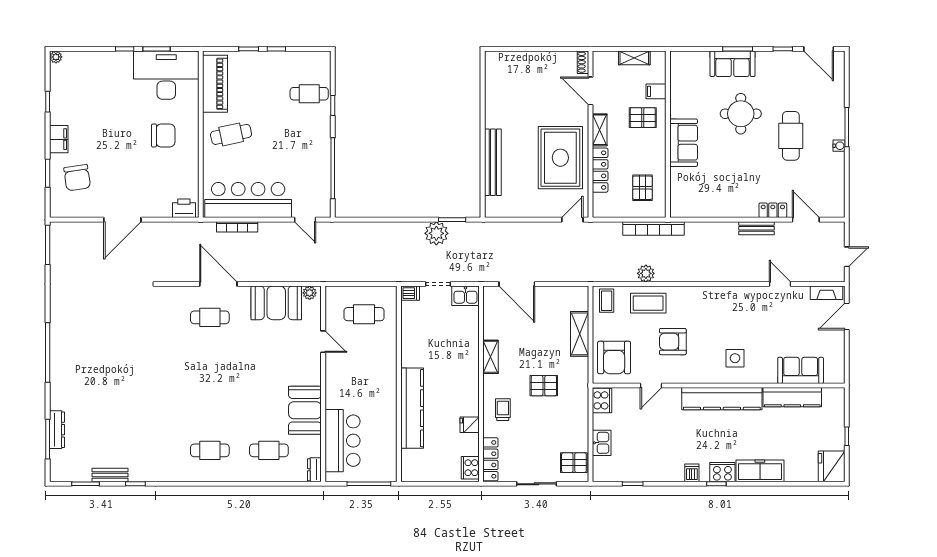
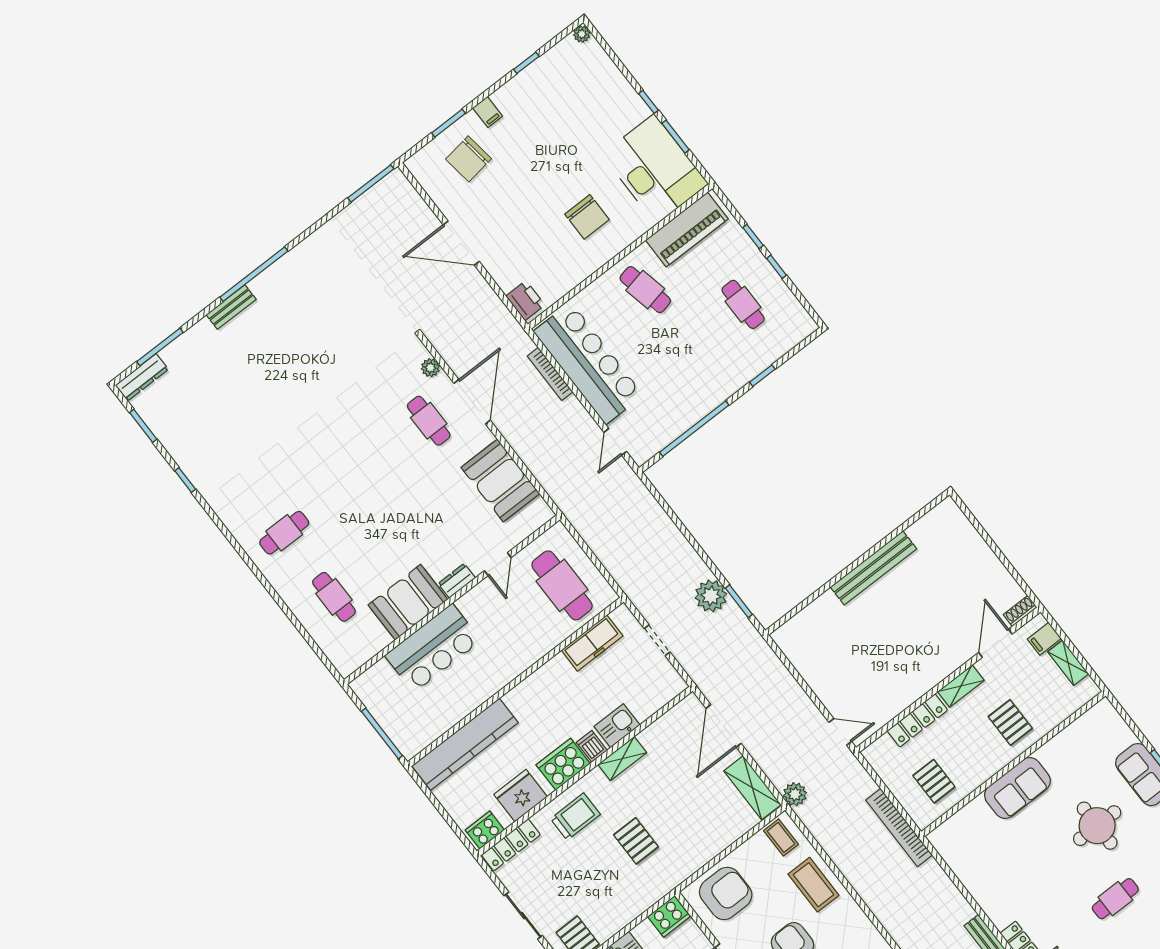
filing cabinet: (656, 91) -> (1044, 639), moved, turned -90
cafe table: (309, 94) -> (743, 304), moved
cafe table: (791, 136) -> (1115, 899), width x0.73, depth x0.74
filing cabinet: (59, 139) -> (488, 112), width x0.50
rug: (560, 158) -> (897, 667), removed
bench: (493, 162) -> (874, 568), moved
pallet: (642, 188) -> (934, 781), turned 90
plant: (646, 273) -> (795, 794), moved
plant: (310, 293) -> (430, 368), moved
dishwasher: (410, 293) -> (592, 746), moved, turned 180
kitchen sink: (465, 296) -> (617, 726), moved, turned 90
coffee table: (607, 301) -> (781, 837), turned 90
cafe table: (364, 314) -> (562, 585), width x1.37, depth x1.35
freezer: (411, 323) -> (592, 643), added
shelving: (580, 334) -> (752, 788), moved, turned 90
armchair: (614, 358) -> (726, 893), turned 180
cooker: (467, 393) -> (563, 764), added
kitchen counter: (412, 408) -> (465, 744), moved
trolley: (503, 410) -> (575, 817), width x1.36, depth x1.39
fridge: (470, 425) -> (521, 796), width x1.88, depth x1.34
dresser: (57, 430) -> (142, 377), moved
bar counter: (342, 441) -> (433, 648), moved
cafe table: (210, 450) -> (284, 533), turned 90
dresser: (314, 470) -> (457, 581), moved
bench: (110, 475) -> (231, 307), moved, turned 90

